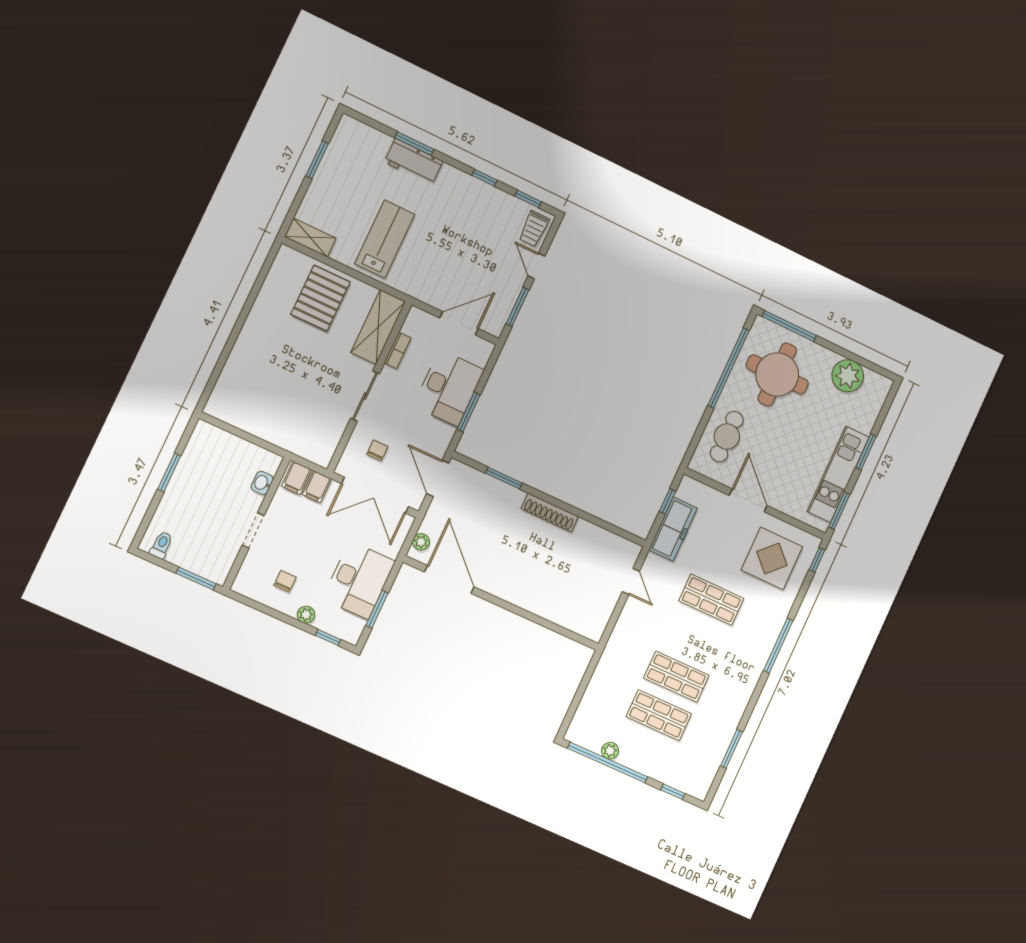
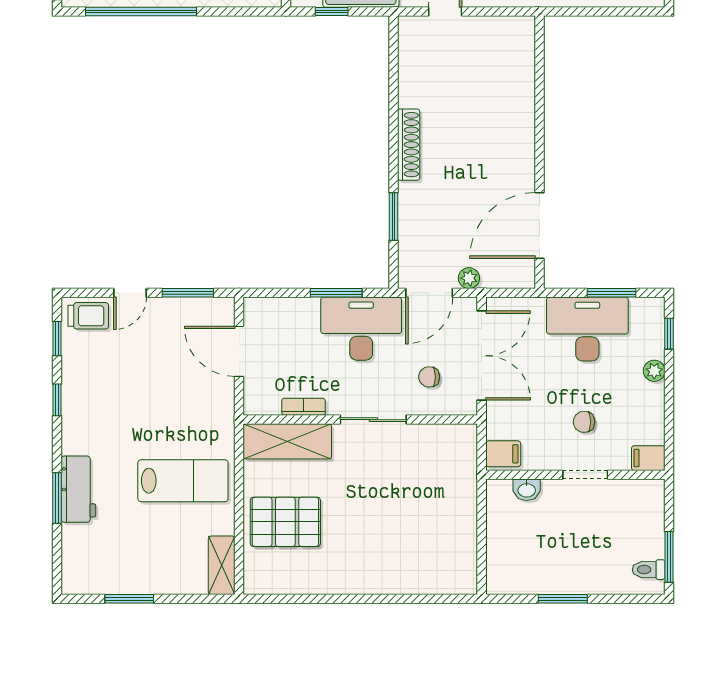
lab bench: (385, 239) -> (183, 481), turned 180
desk: (449, 388) -> (361, 329), moved
filing cabinet: (317, 487) -> (648, 458), moved, turned 180
plant: (421, 542) -> (469, 278), moved
window: (196, 579) -> (669, 557), moved
chair: (285, 581) -> (584, 422), moved

